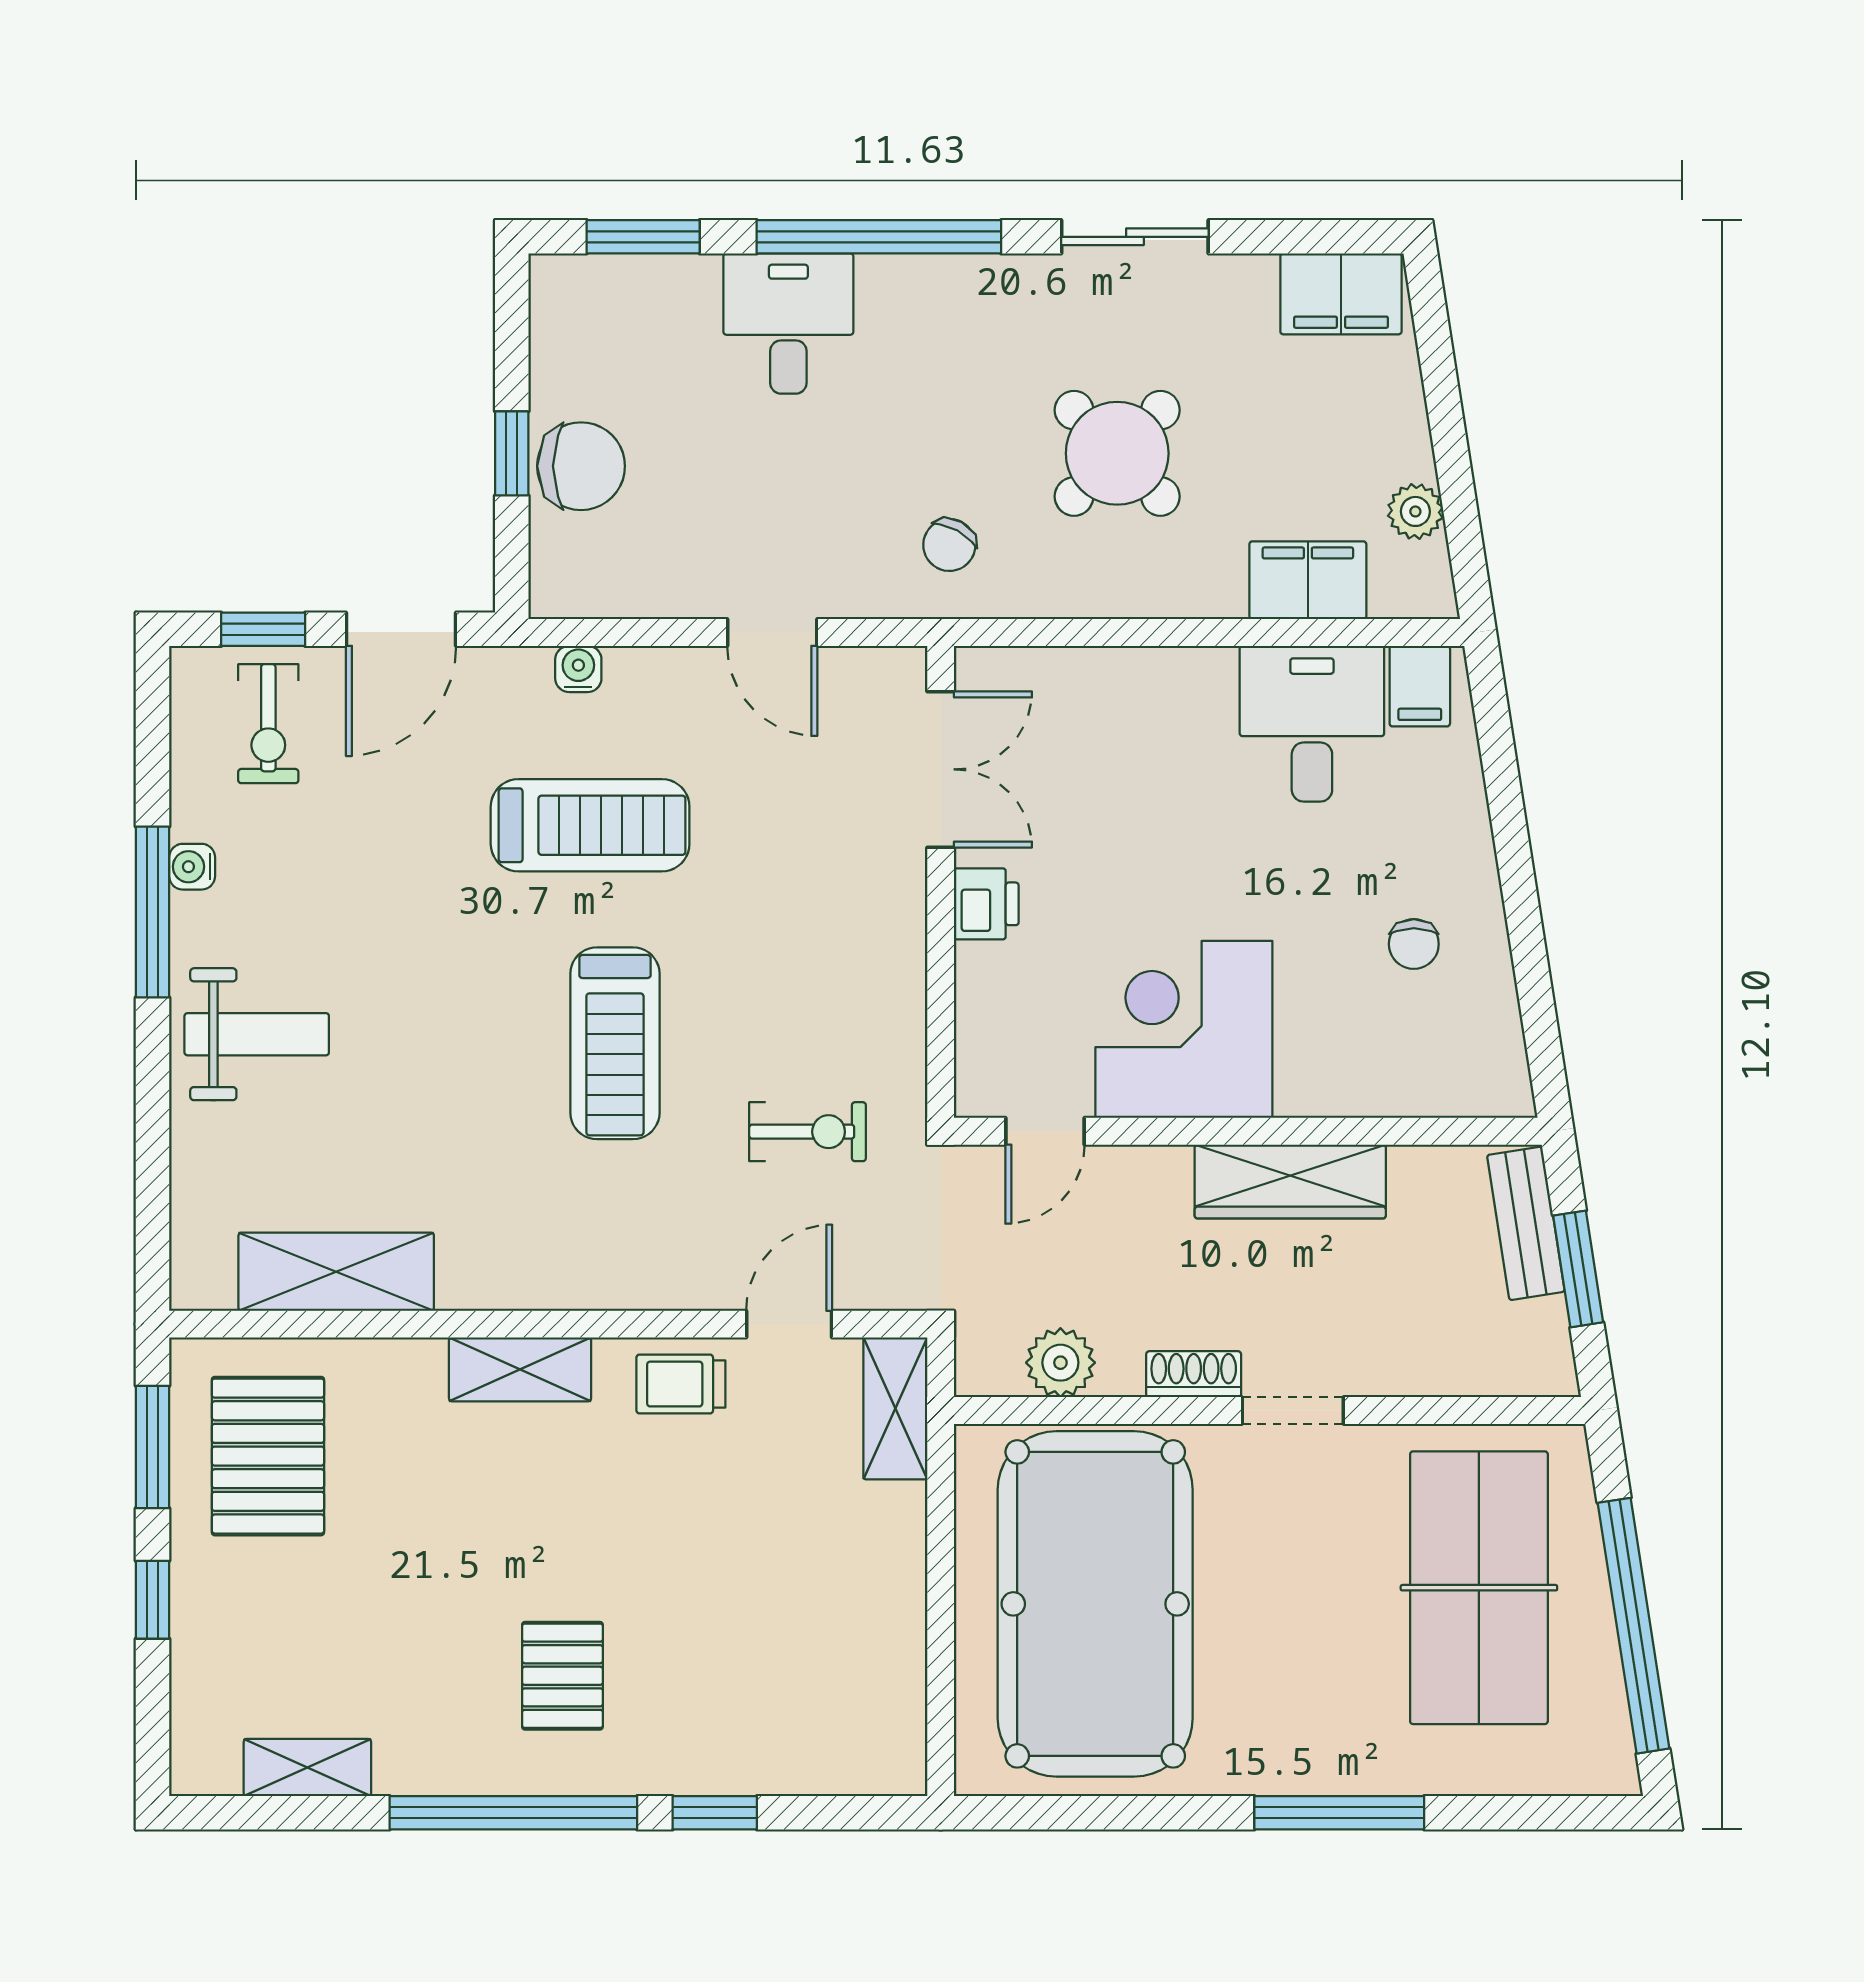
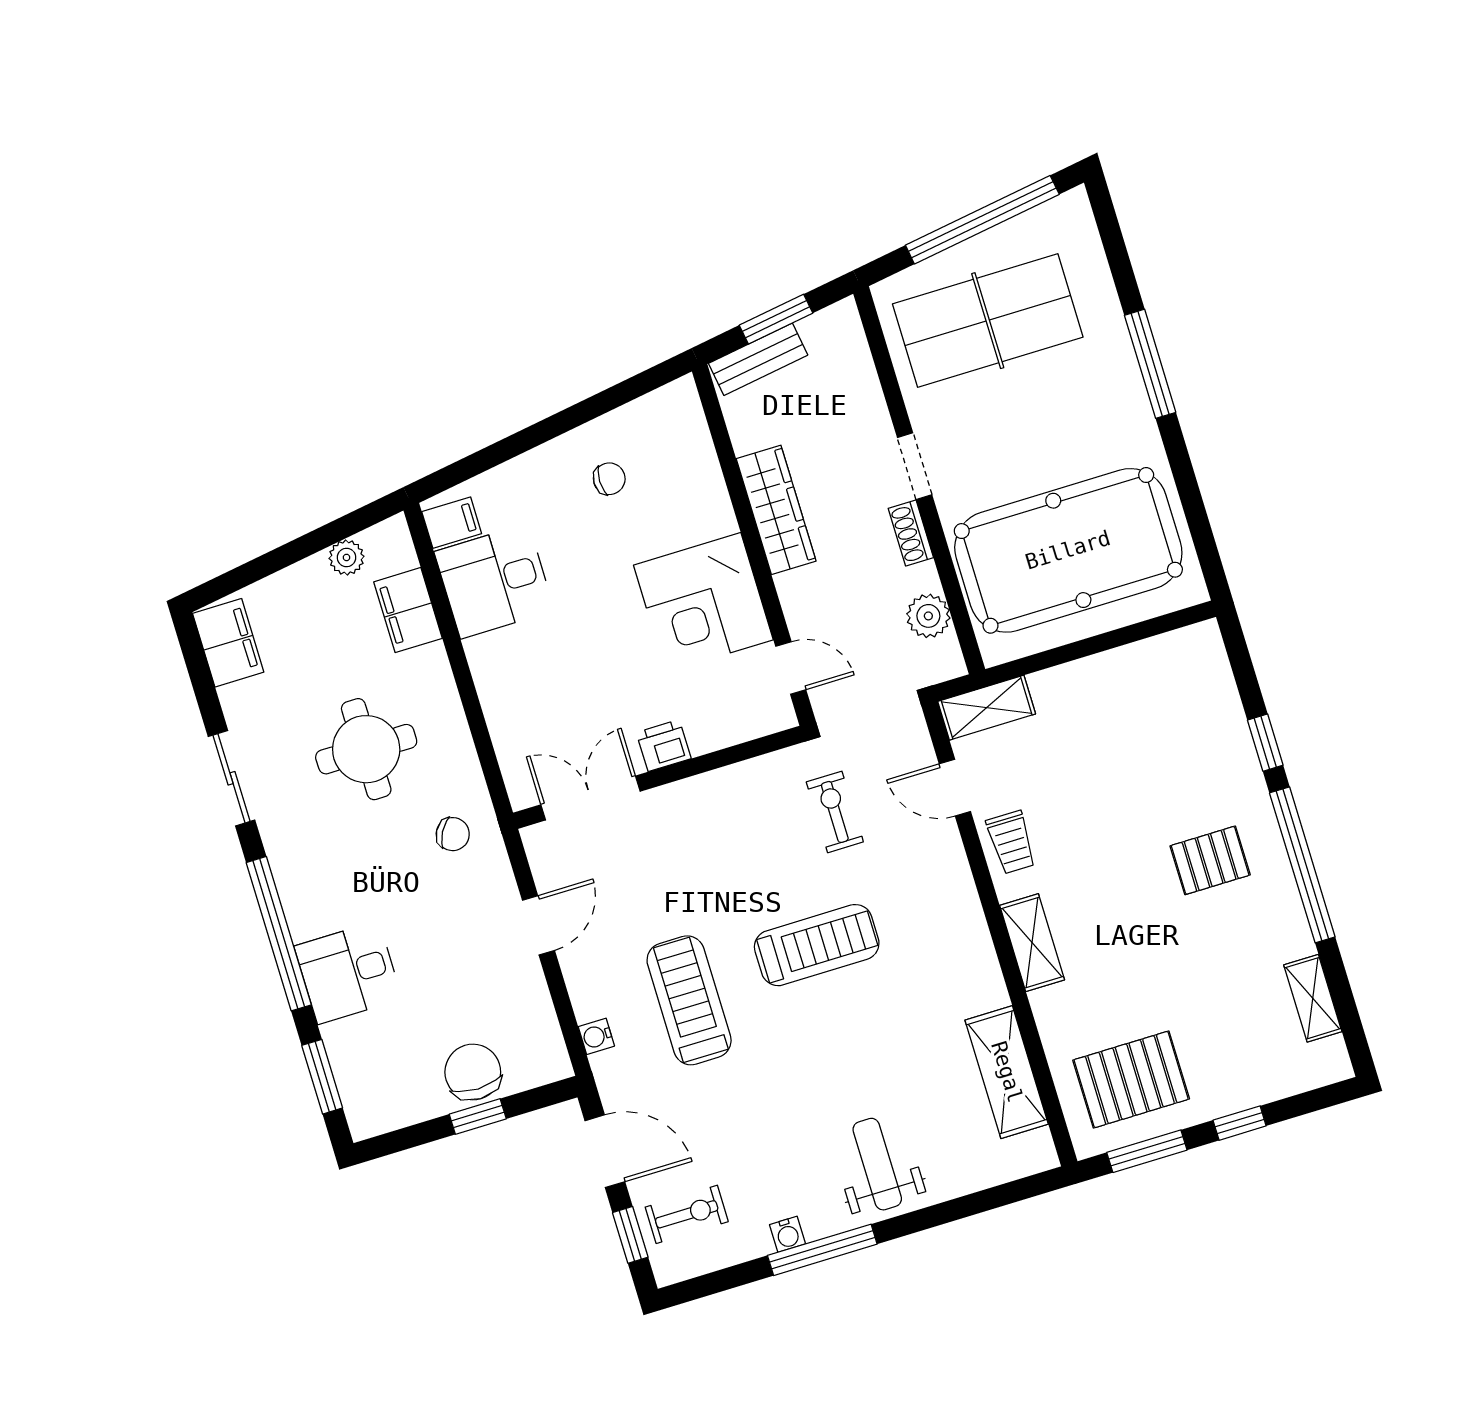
round table: (1117, 453) -> (366, 749), turned 45

